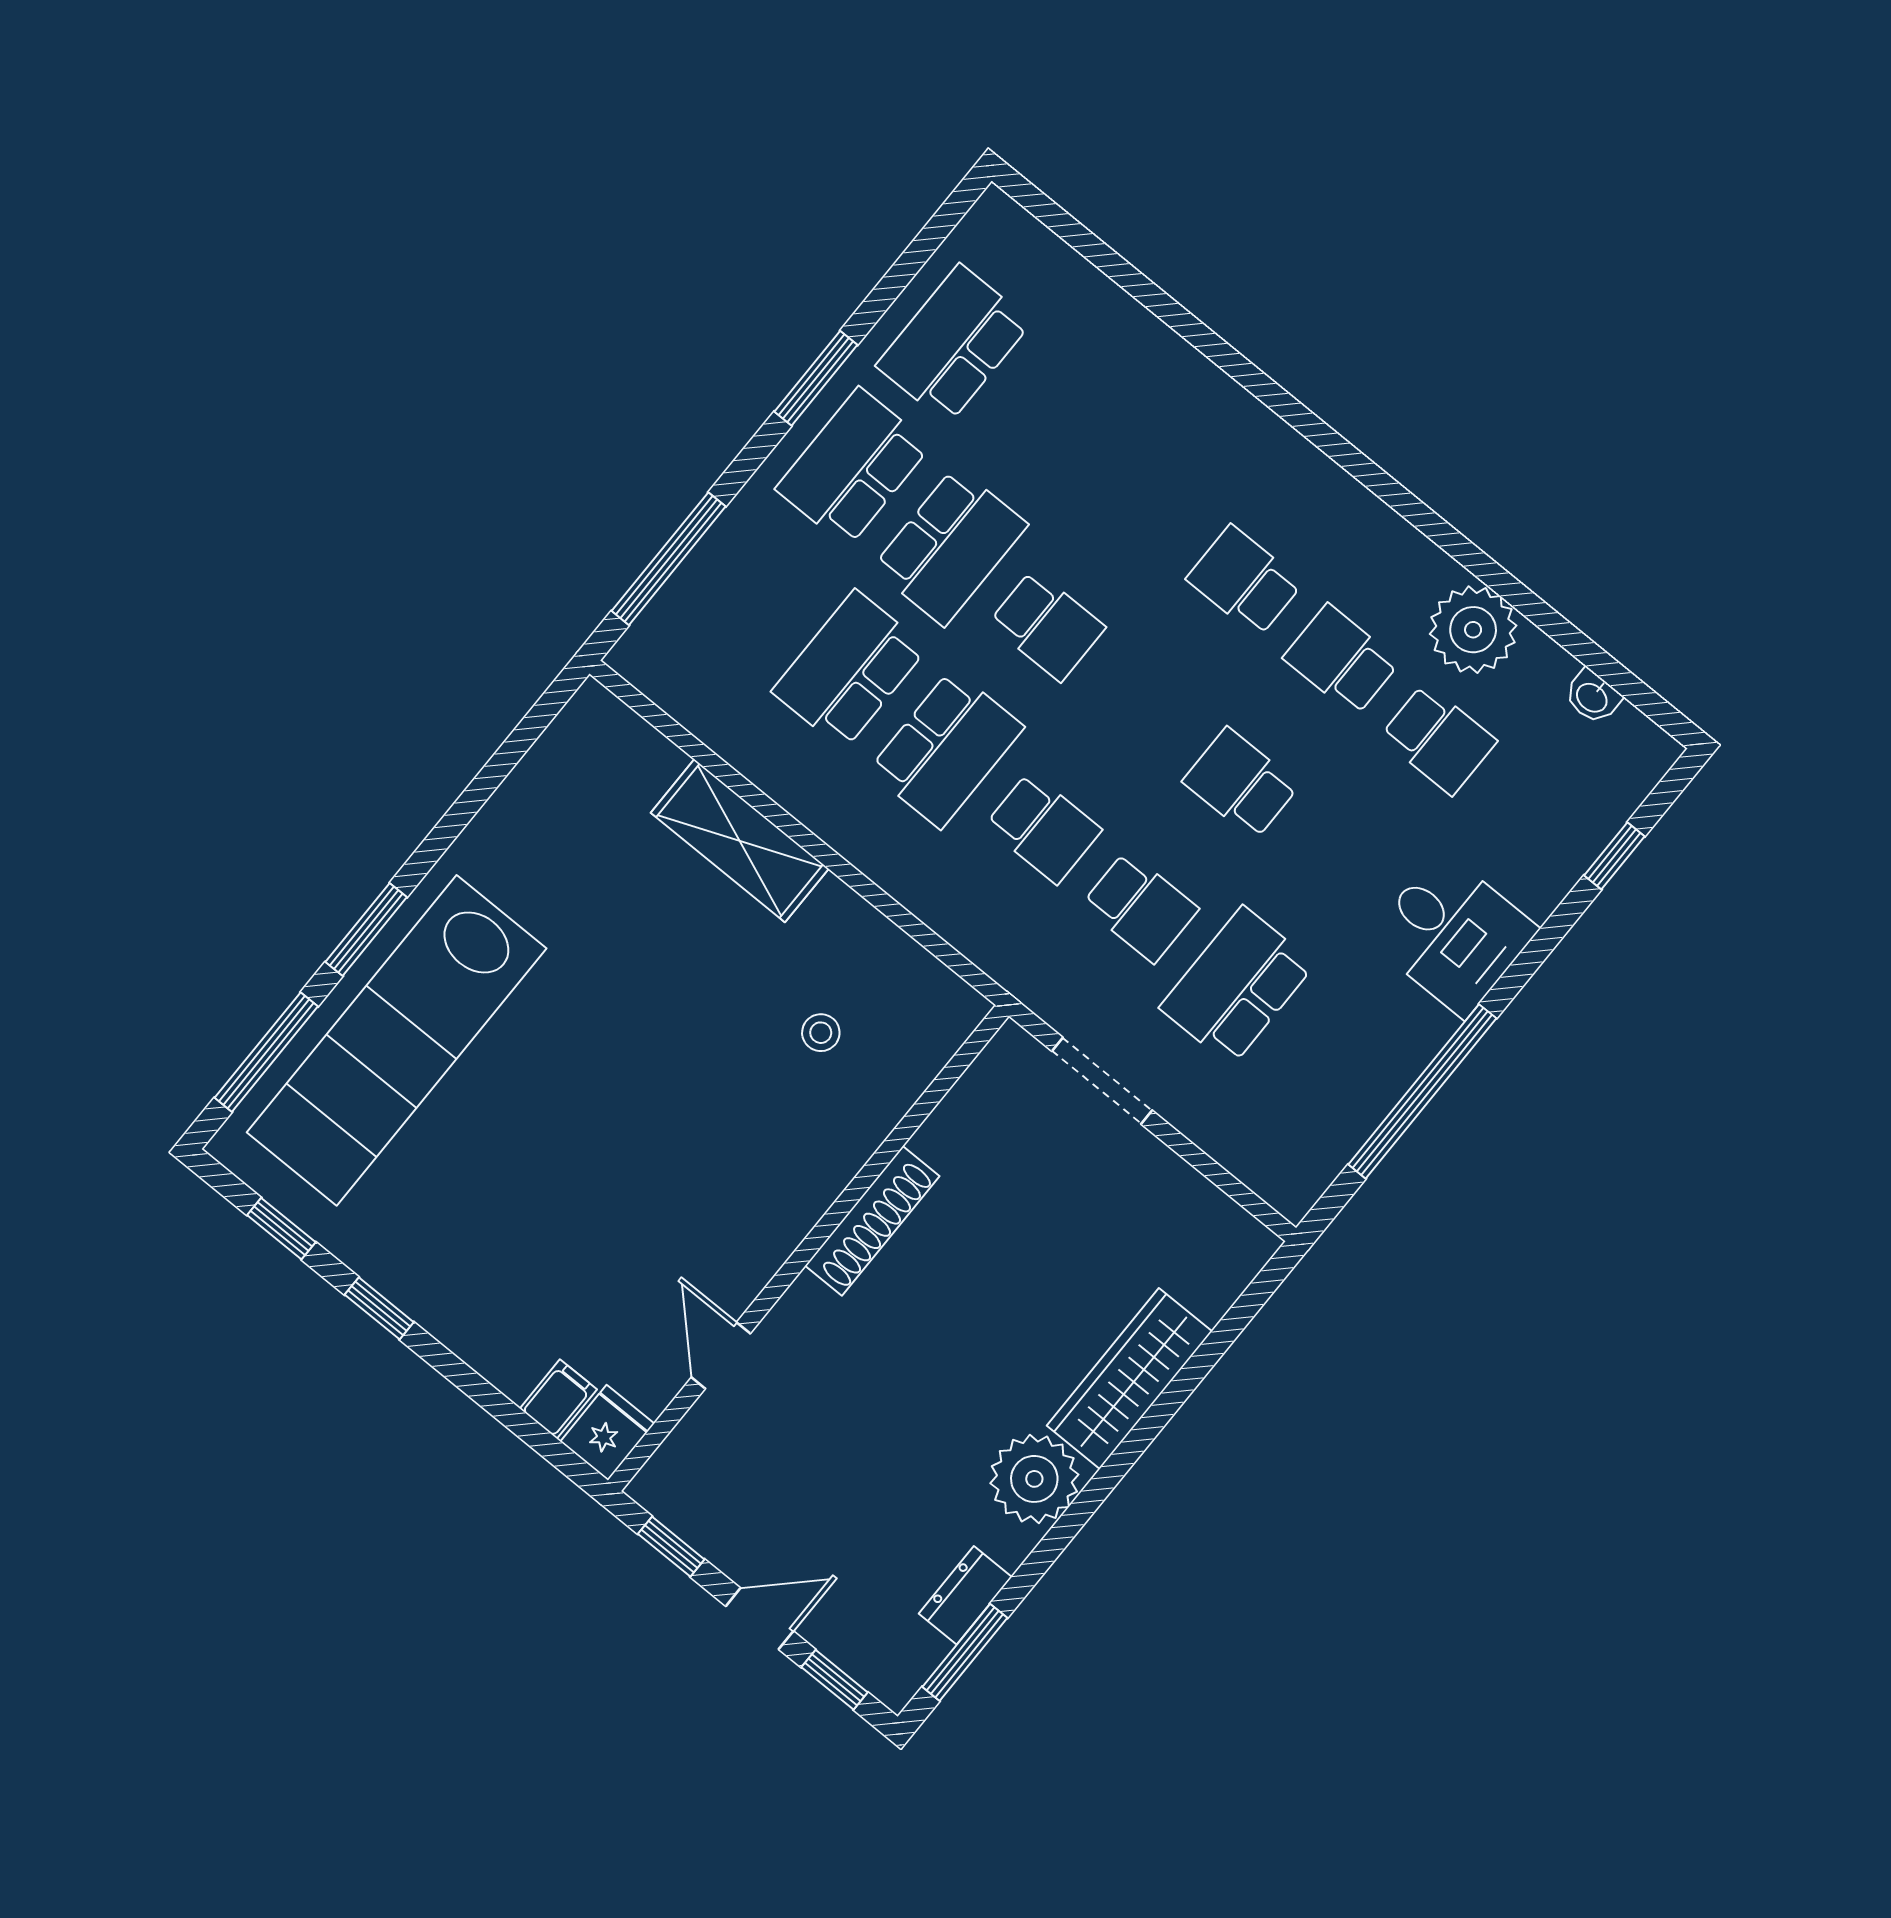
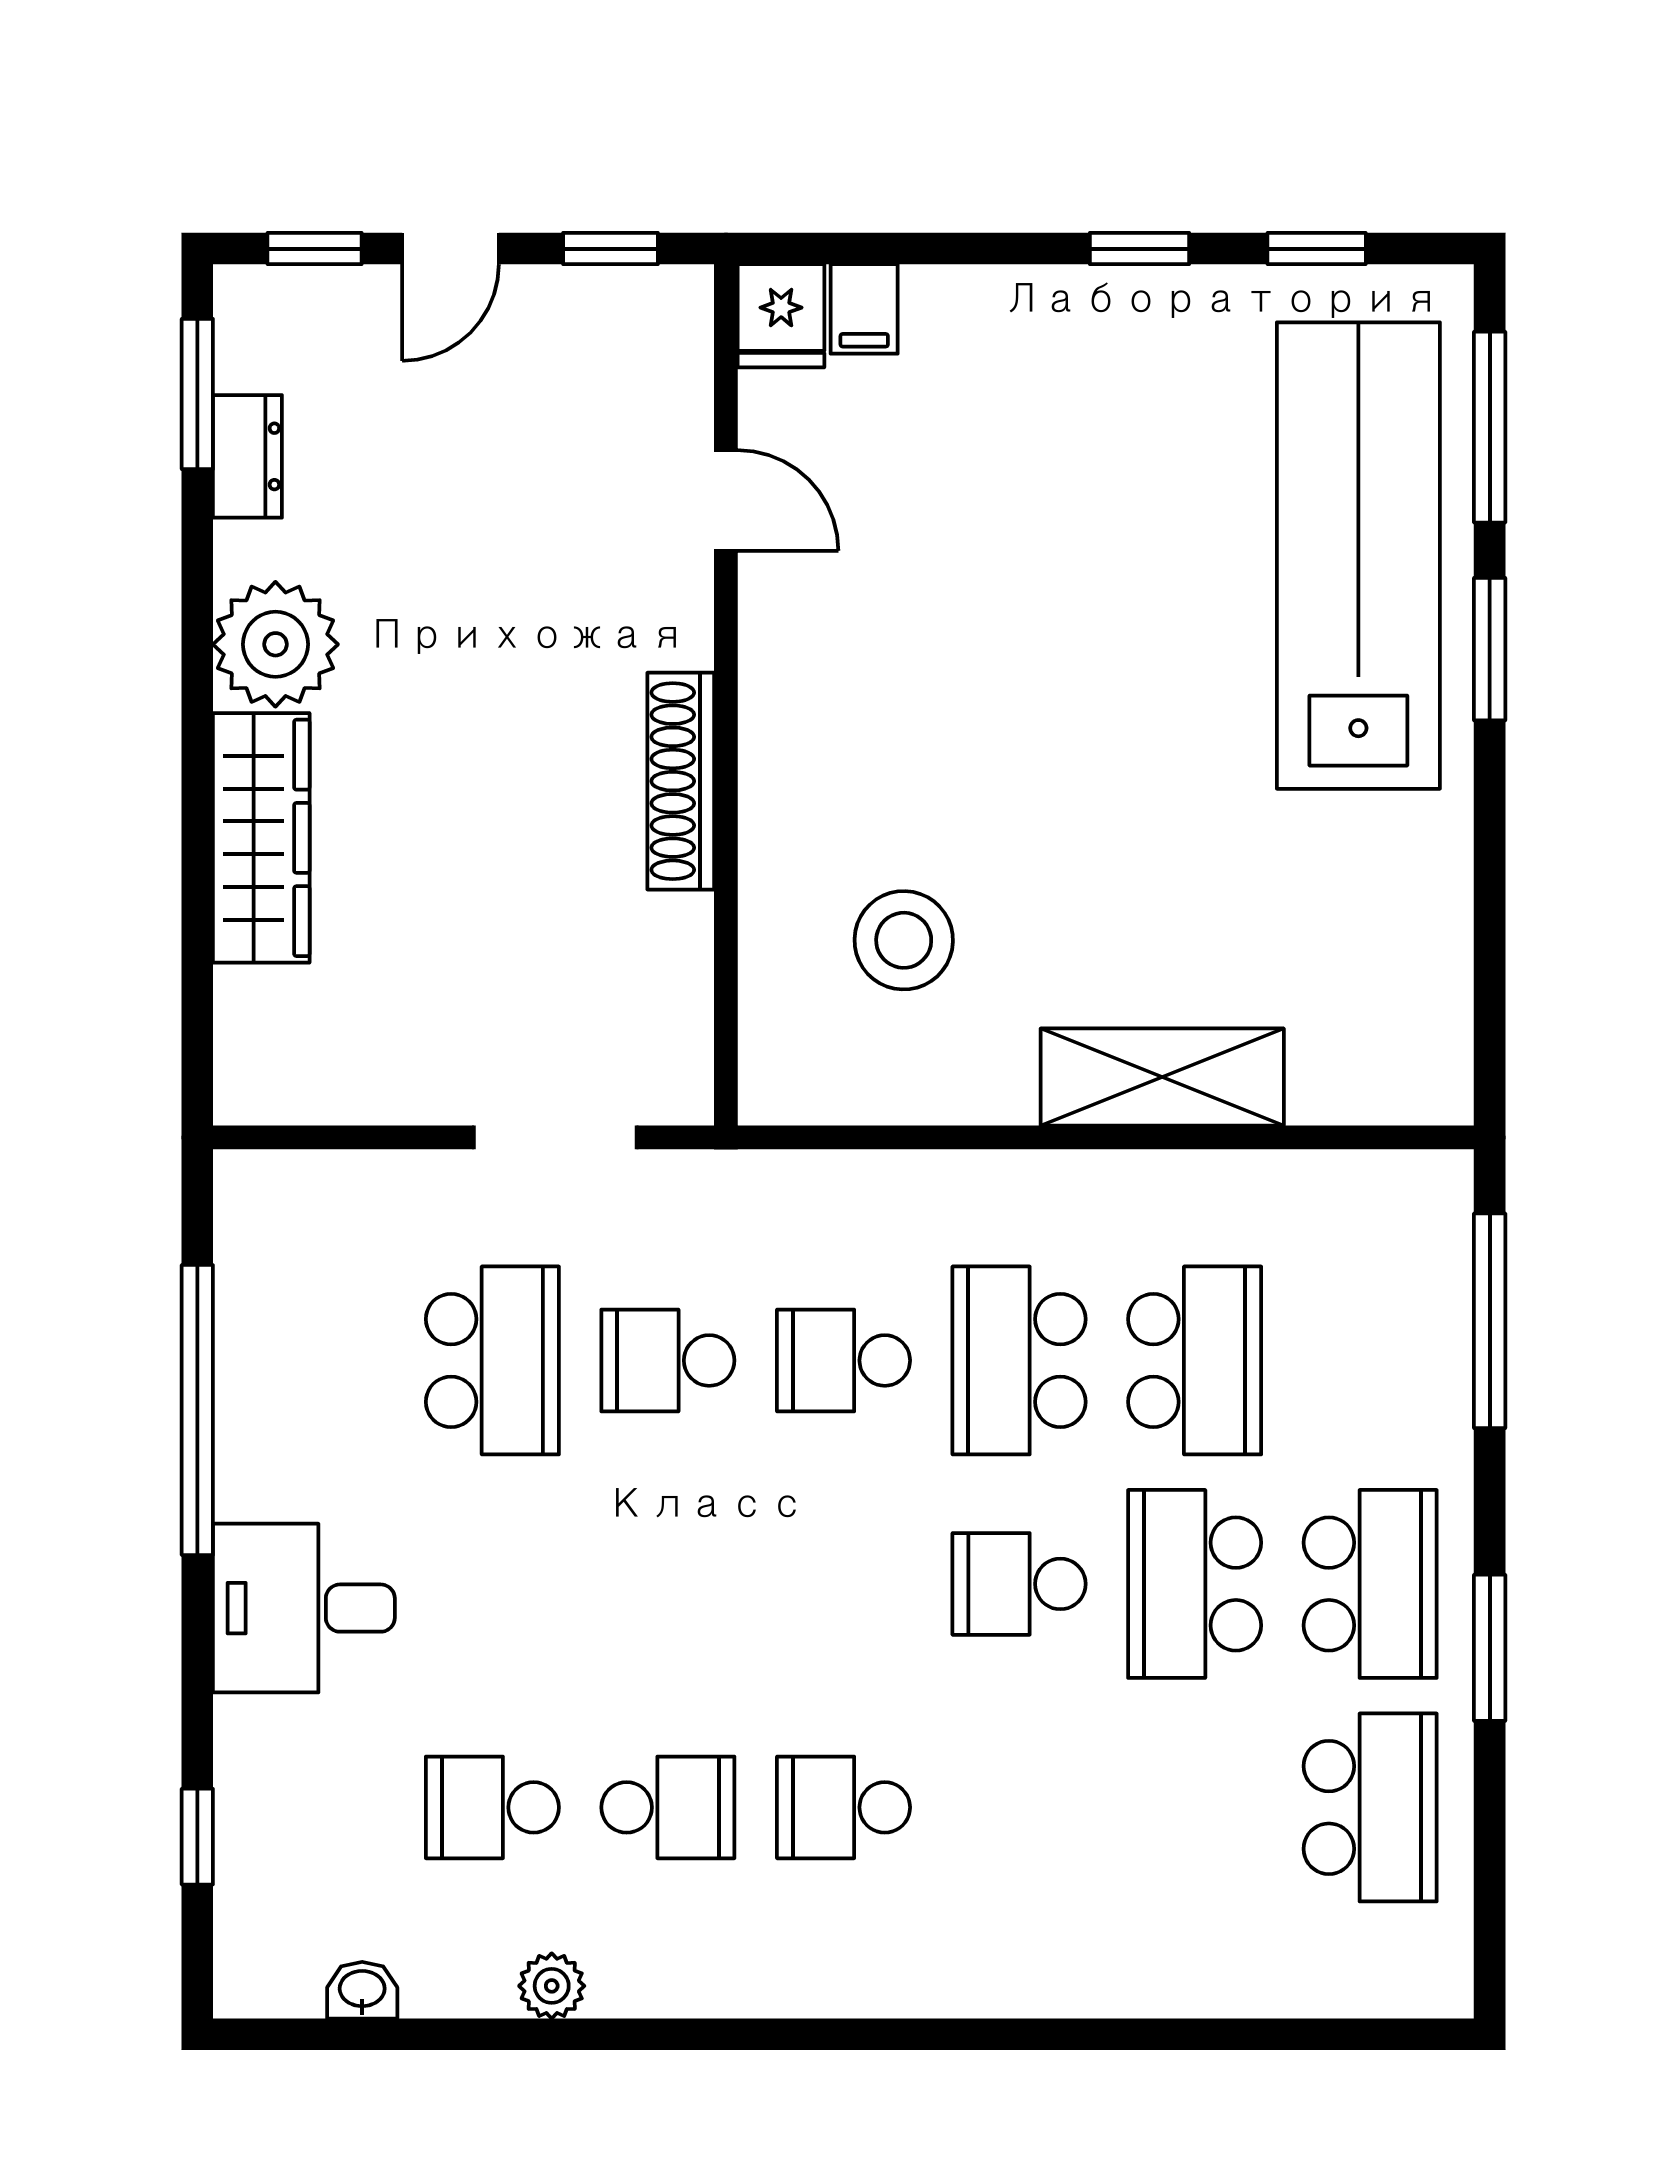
school desk: (1244, 581) -> (843, 1807), turned 180
plant: (1473, 630) -> (552, 1986), width x0.53, depth x0.53
school desk: (1241, 783) -> (668, 1584), removed
stool: (821, 1033) -> (904, 940), width x1.89, depth x1.89

